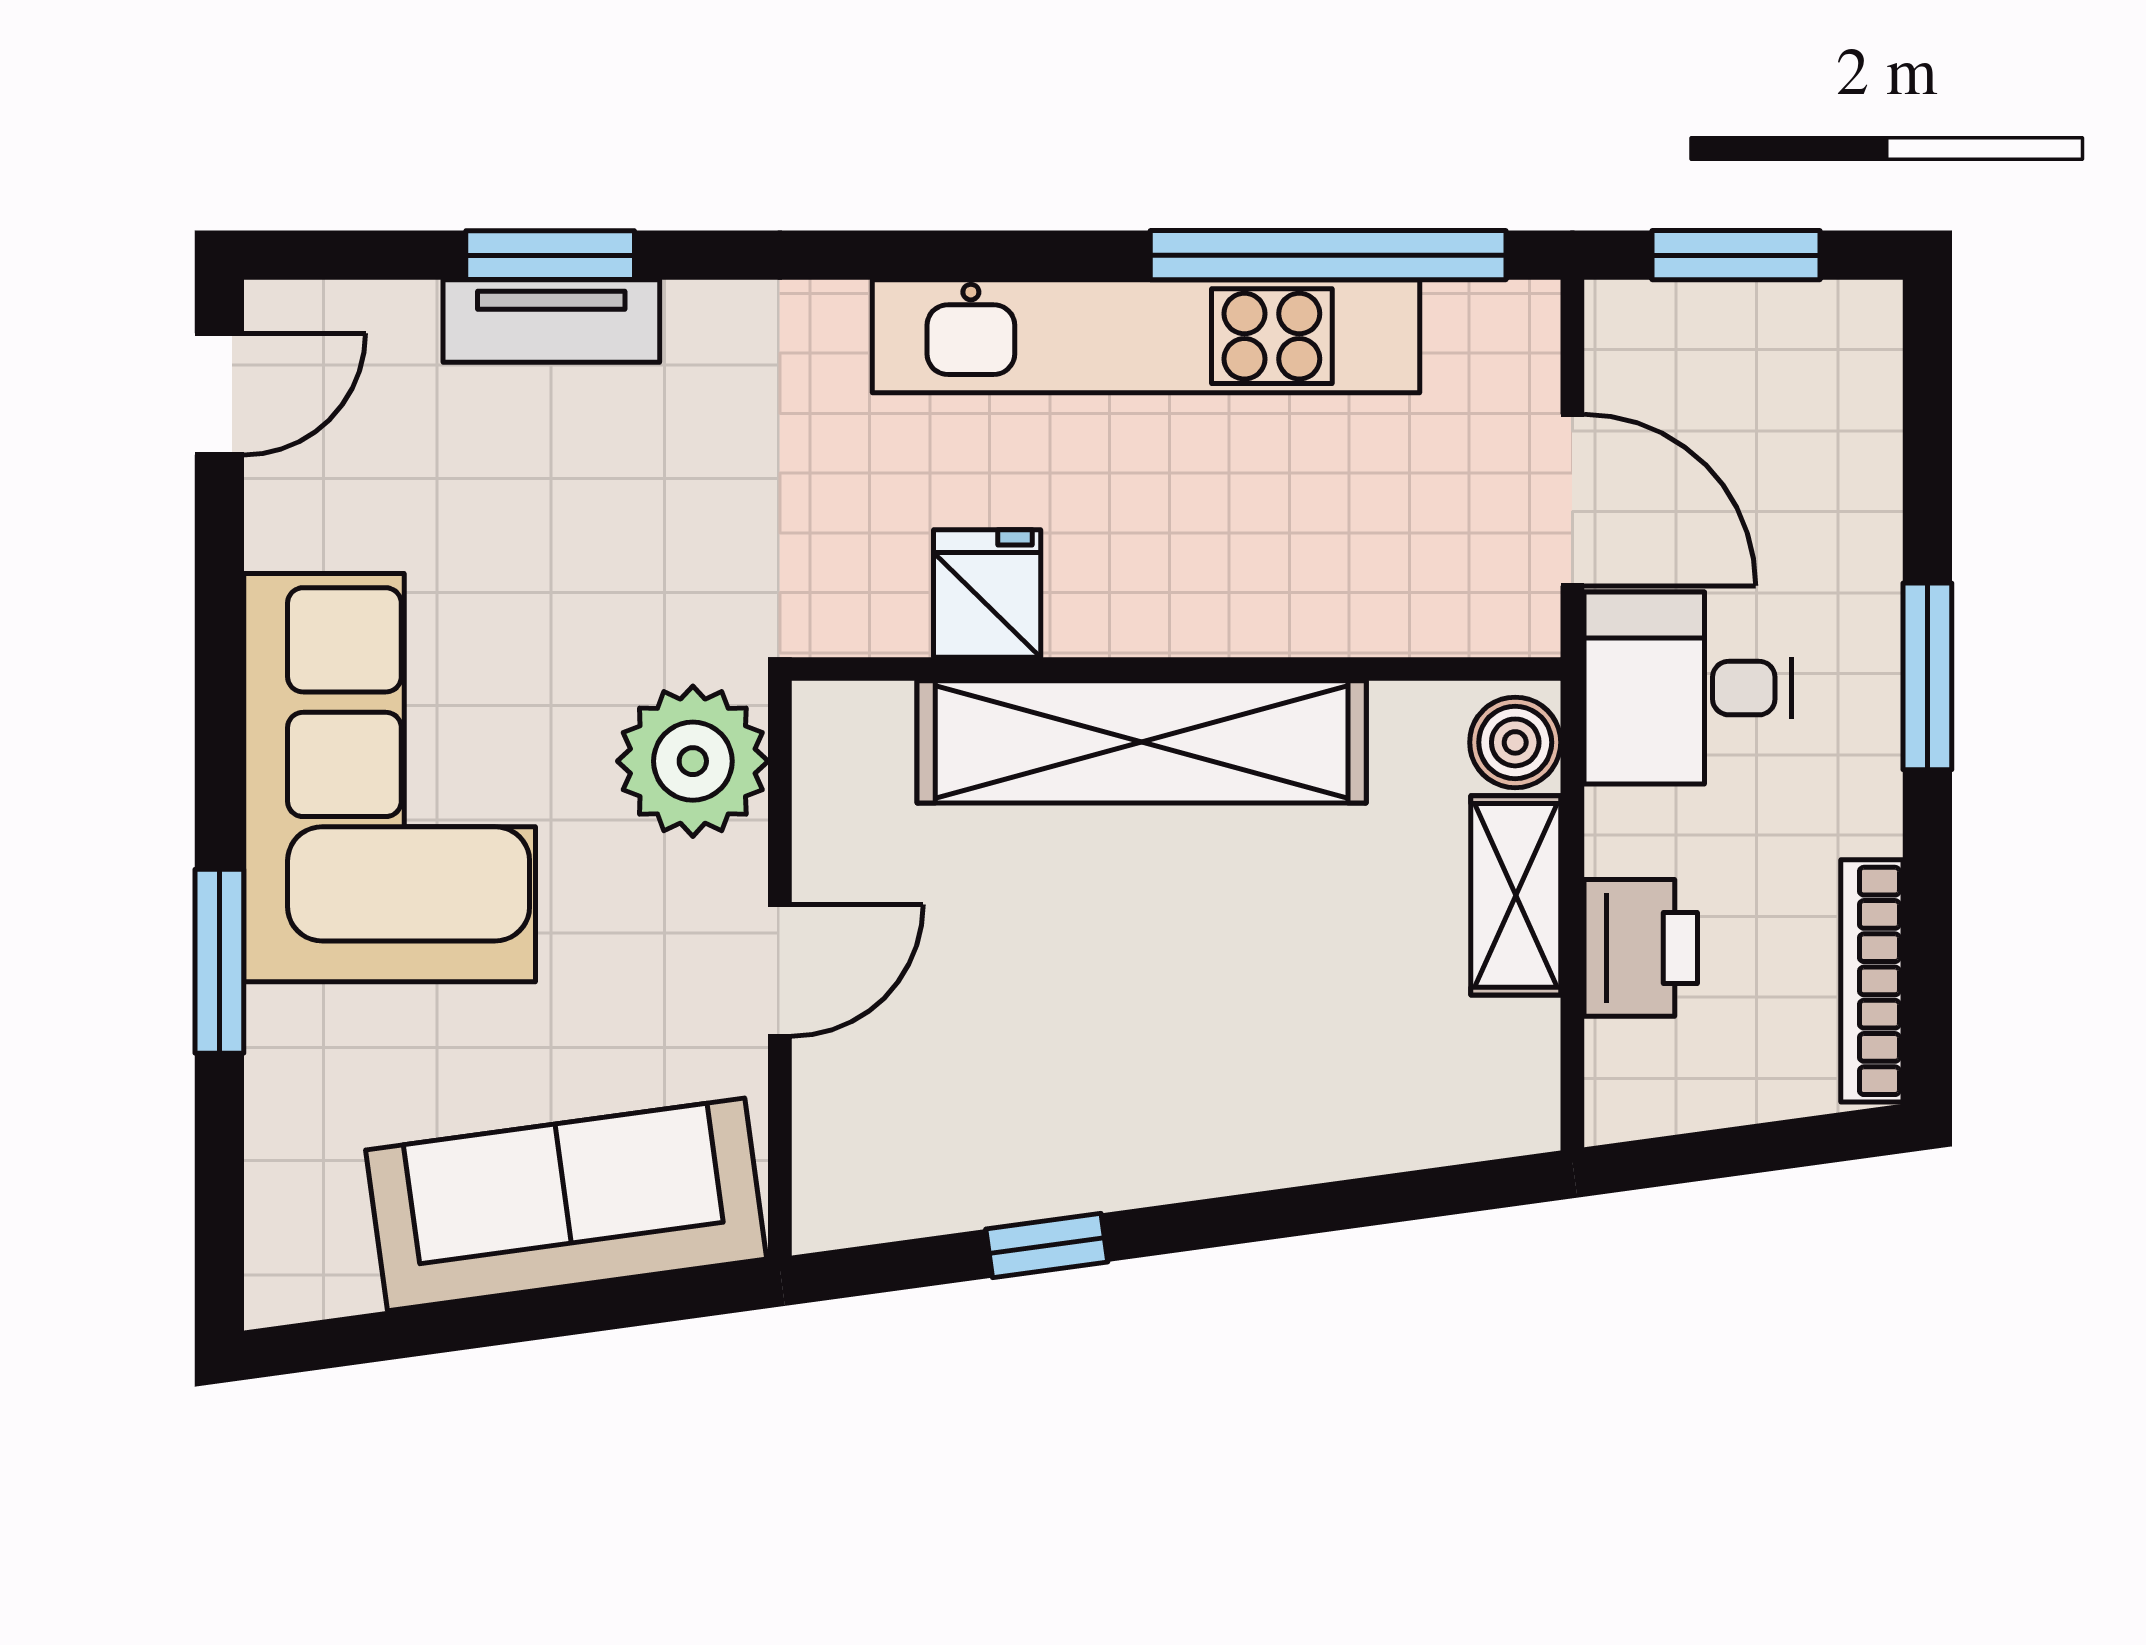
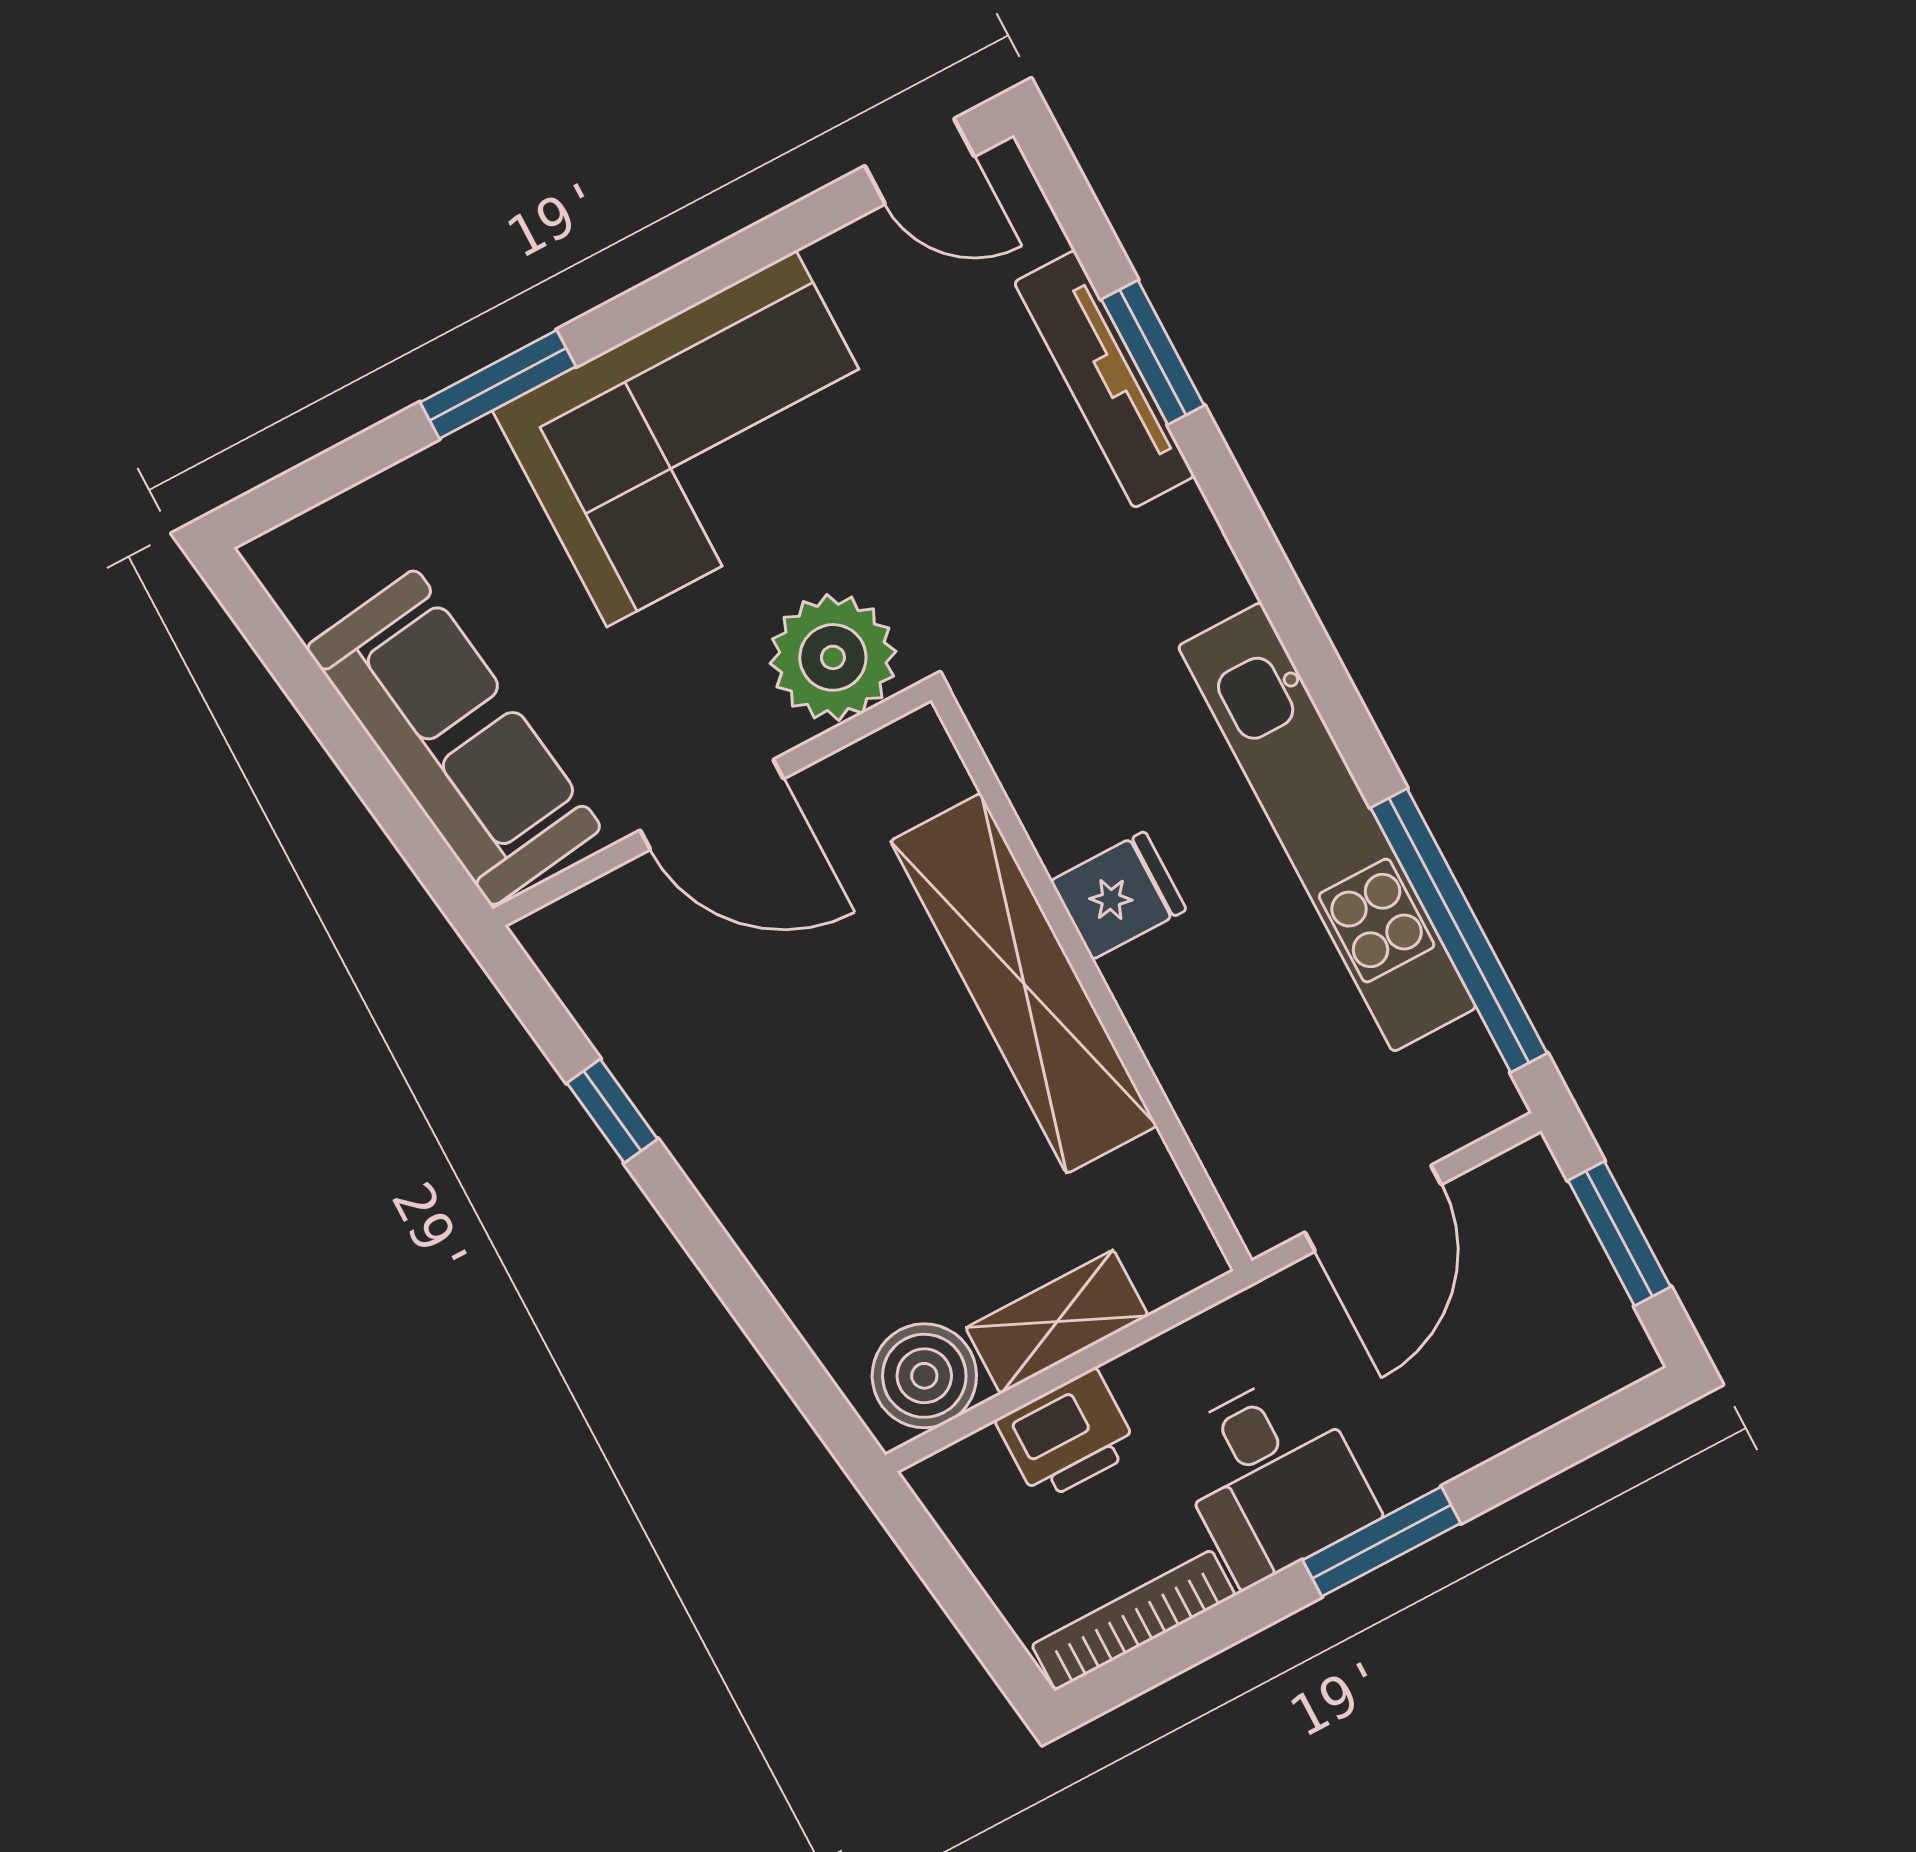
tv unit: (551, 321) -> (1104, 379), width x1.41
fridge: (987, 593) -> (1118, 895), moved
desk: (1688, 688) -> (1272, 1478), moved, turned 180
boiler: (1515, 742) -> (924, 1376), moved, width x1.36, depth x1.36
door: (780, 970) -> (712, 804), width x1.38

